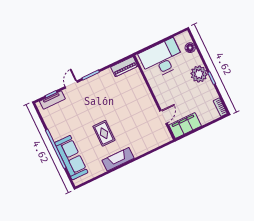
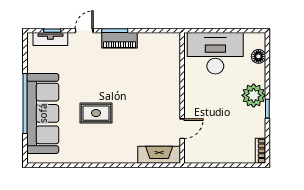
piano: (124, 67) -> (120, 40), moved
filing cabinet: (185, 126) -> (204, 153), removed
rug: (104, 133) -> (96, 113), turned 90
sofa: (71, 158) -> (43, 113), width x1.36, depth x1.27
fireplace: (118, 159) -> (159, 155), moved

